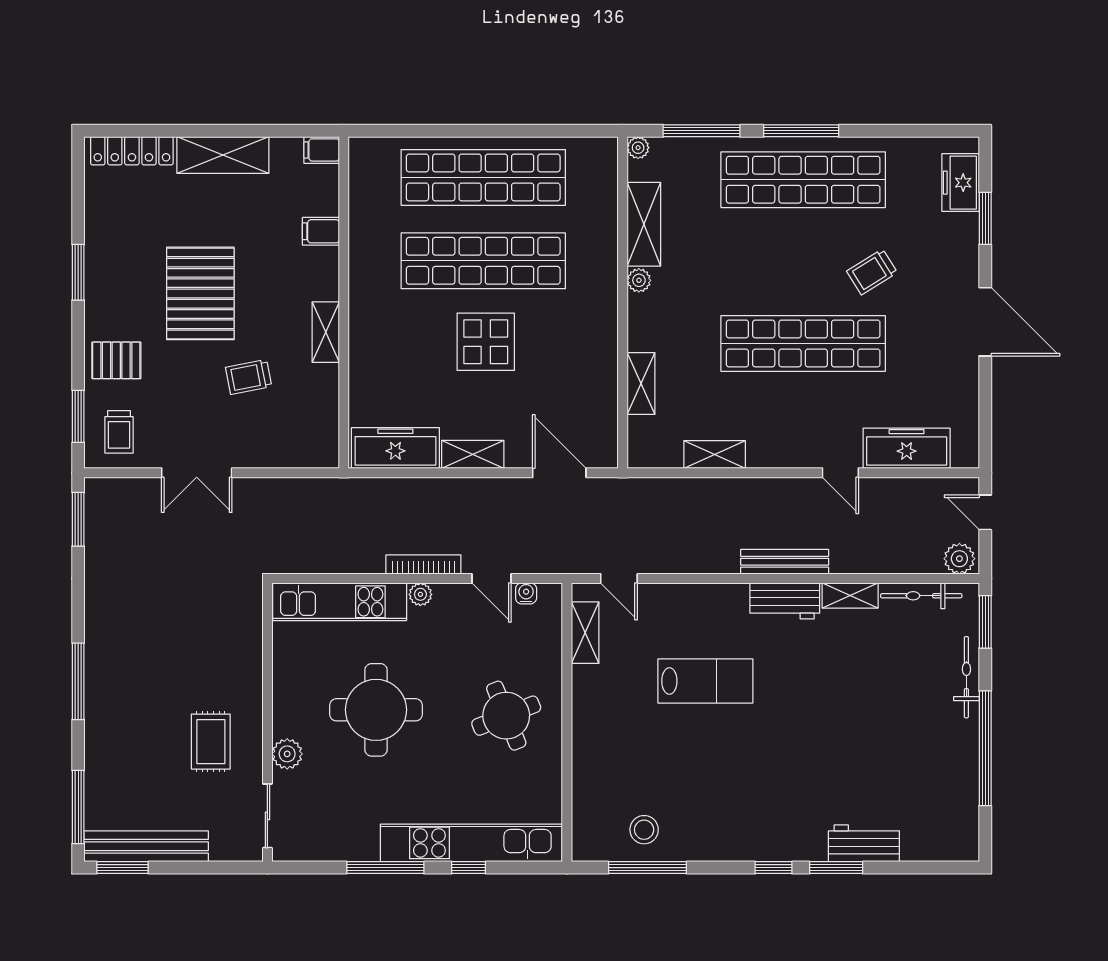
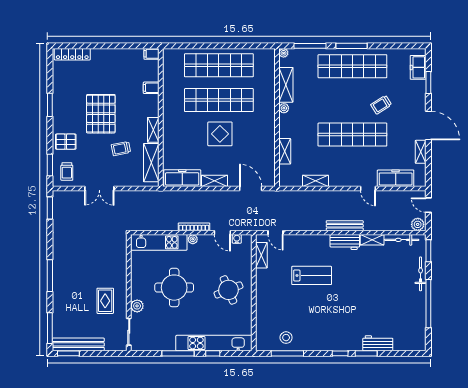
shelving: (223, 155) -> (151, 163), moved, turned 90
shelving: (967, 385) -> (421, 152), added

